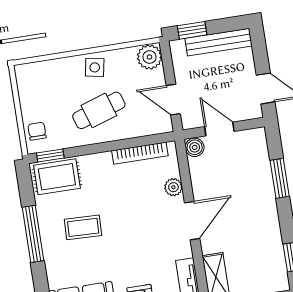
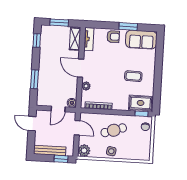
door: (219, 129) -> (58, 109), hinge flipped
door: (192, 221) -> (81, 68), hinge flipped
window: (33, 234) -> (158, 78), removed

